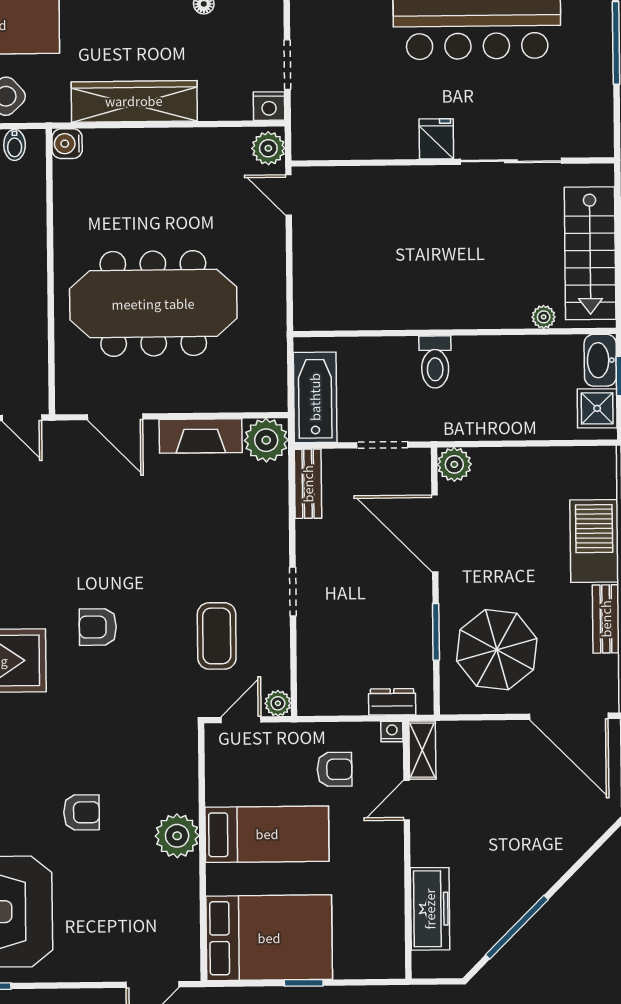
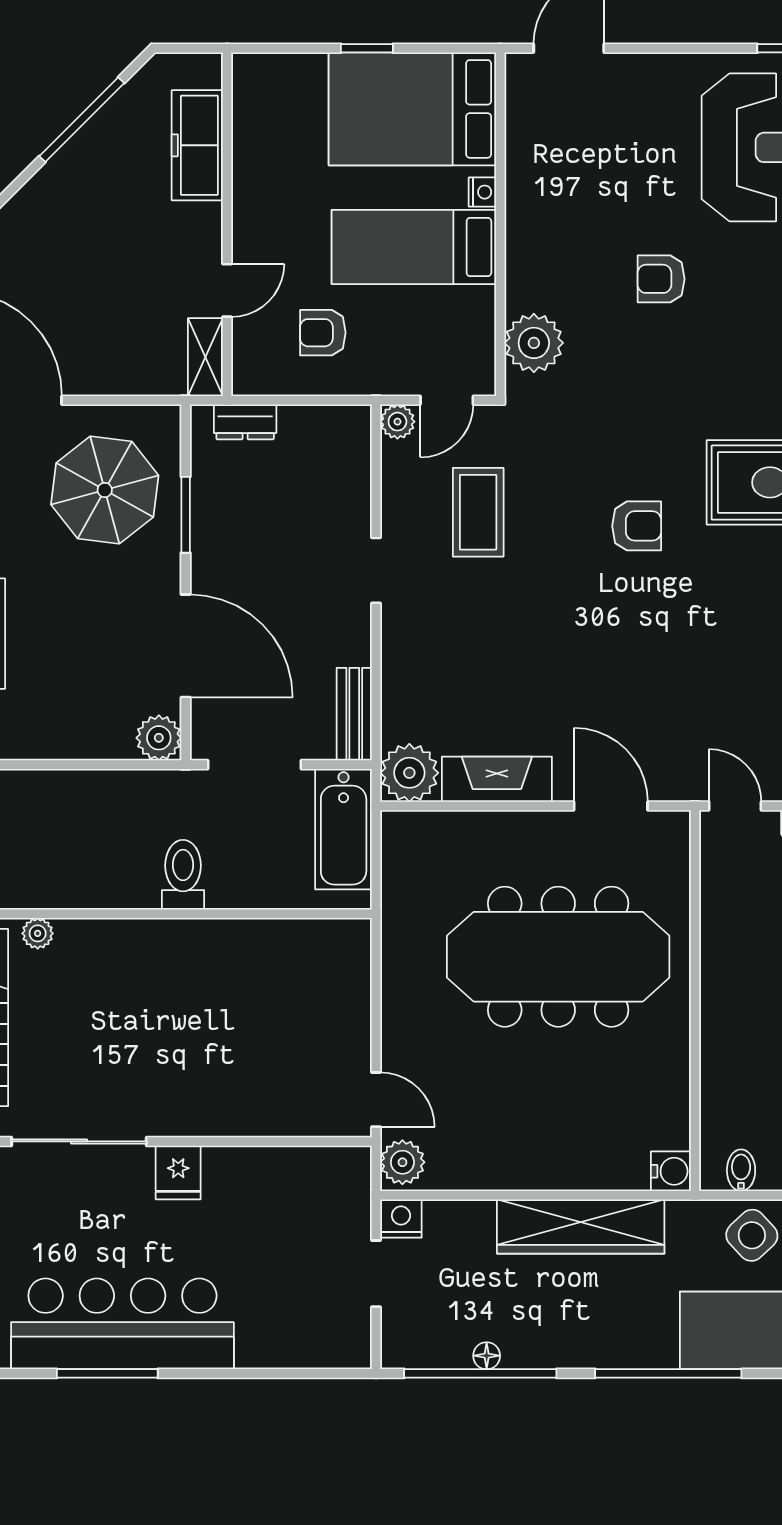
doorway: (382, 445) -> (255, 765), width x1.38
nightstand: (392, 732) -> (482, 192), moved, turned -90
plant: (177, 836) -> (534, 343), moved

